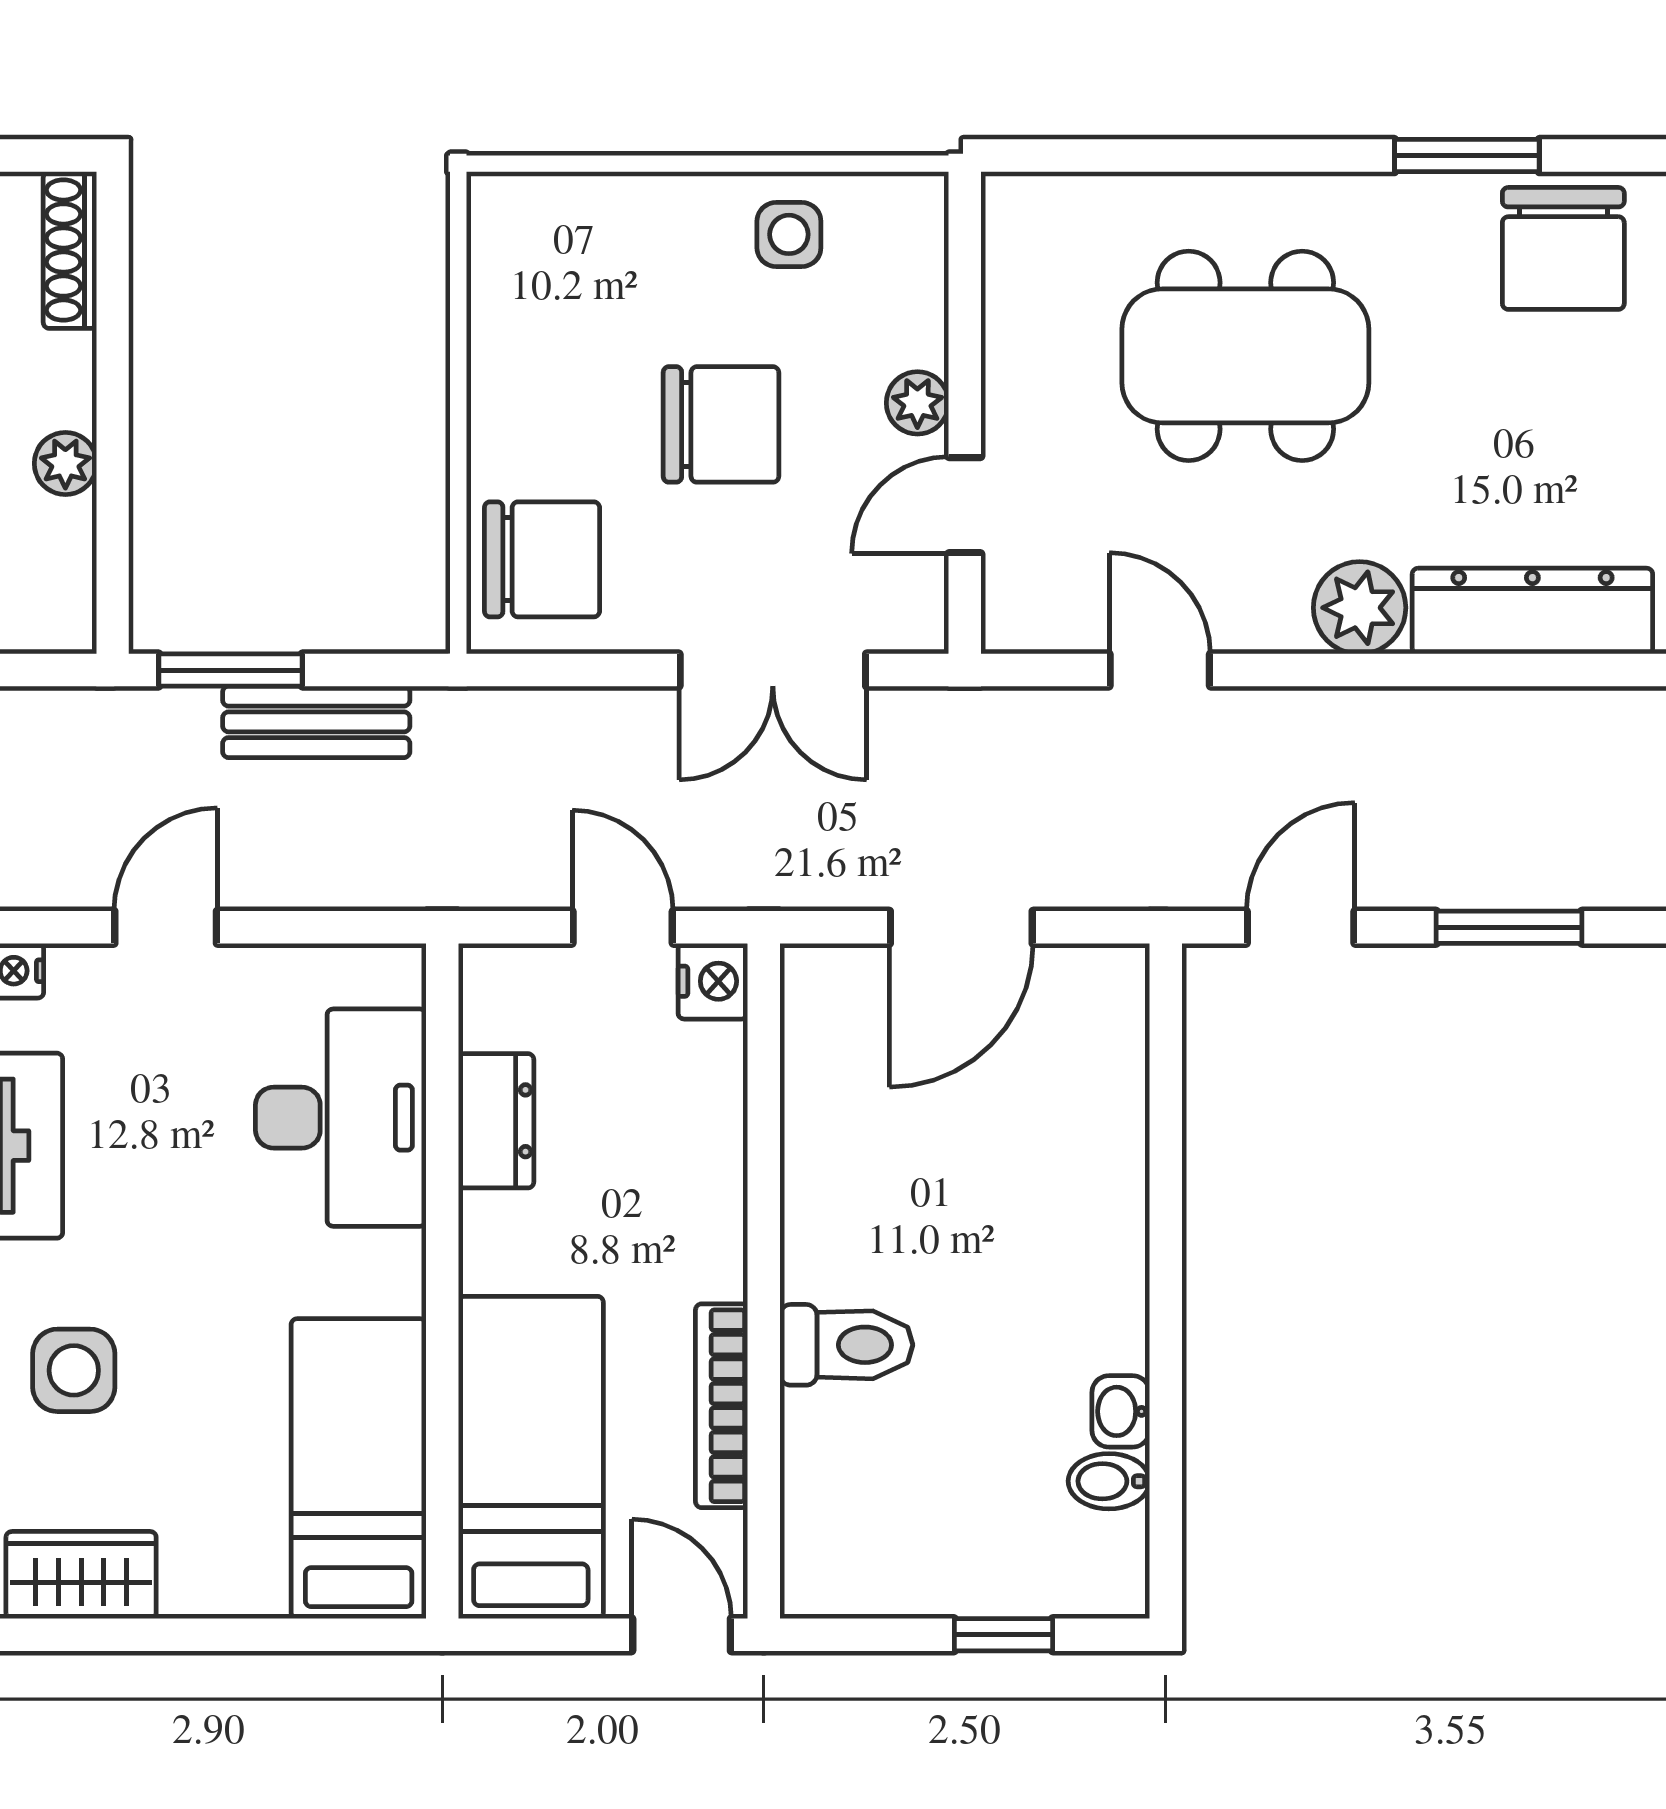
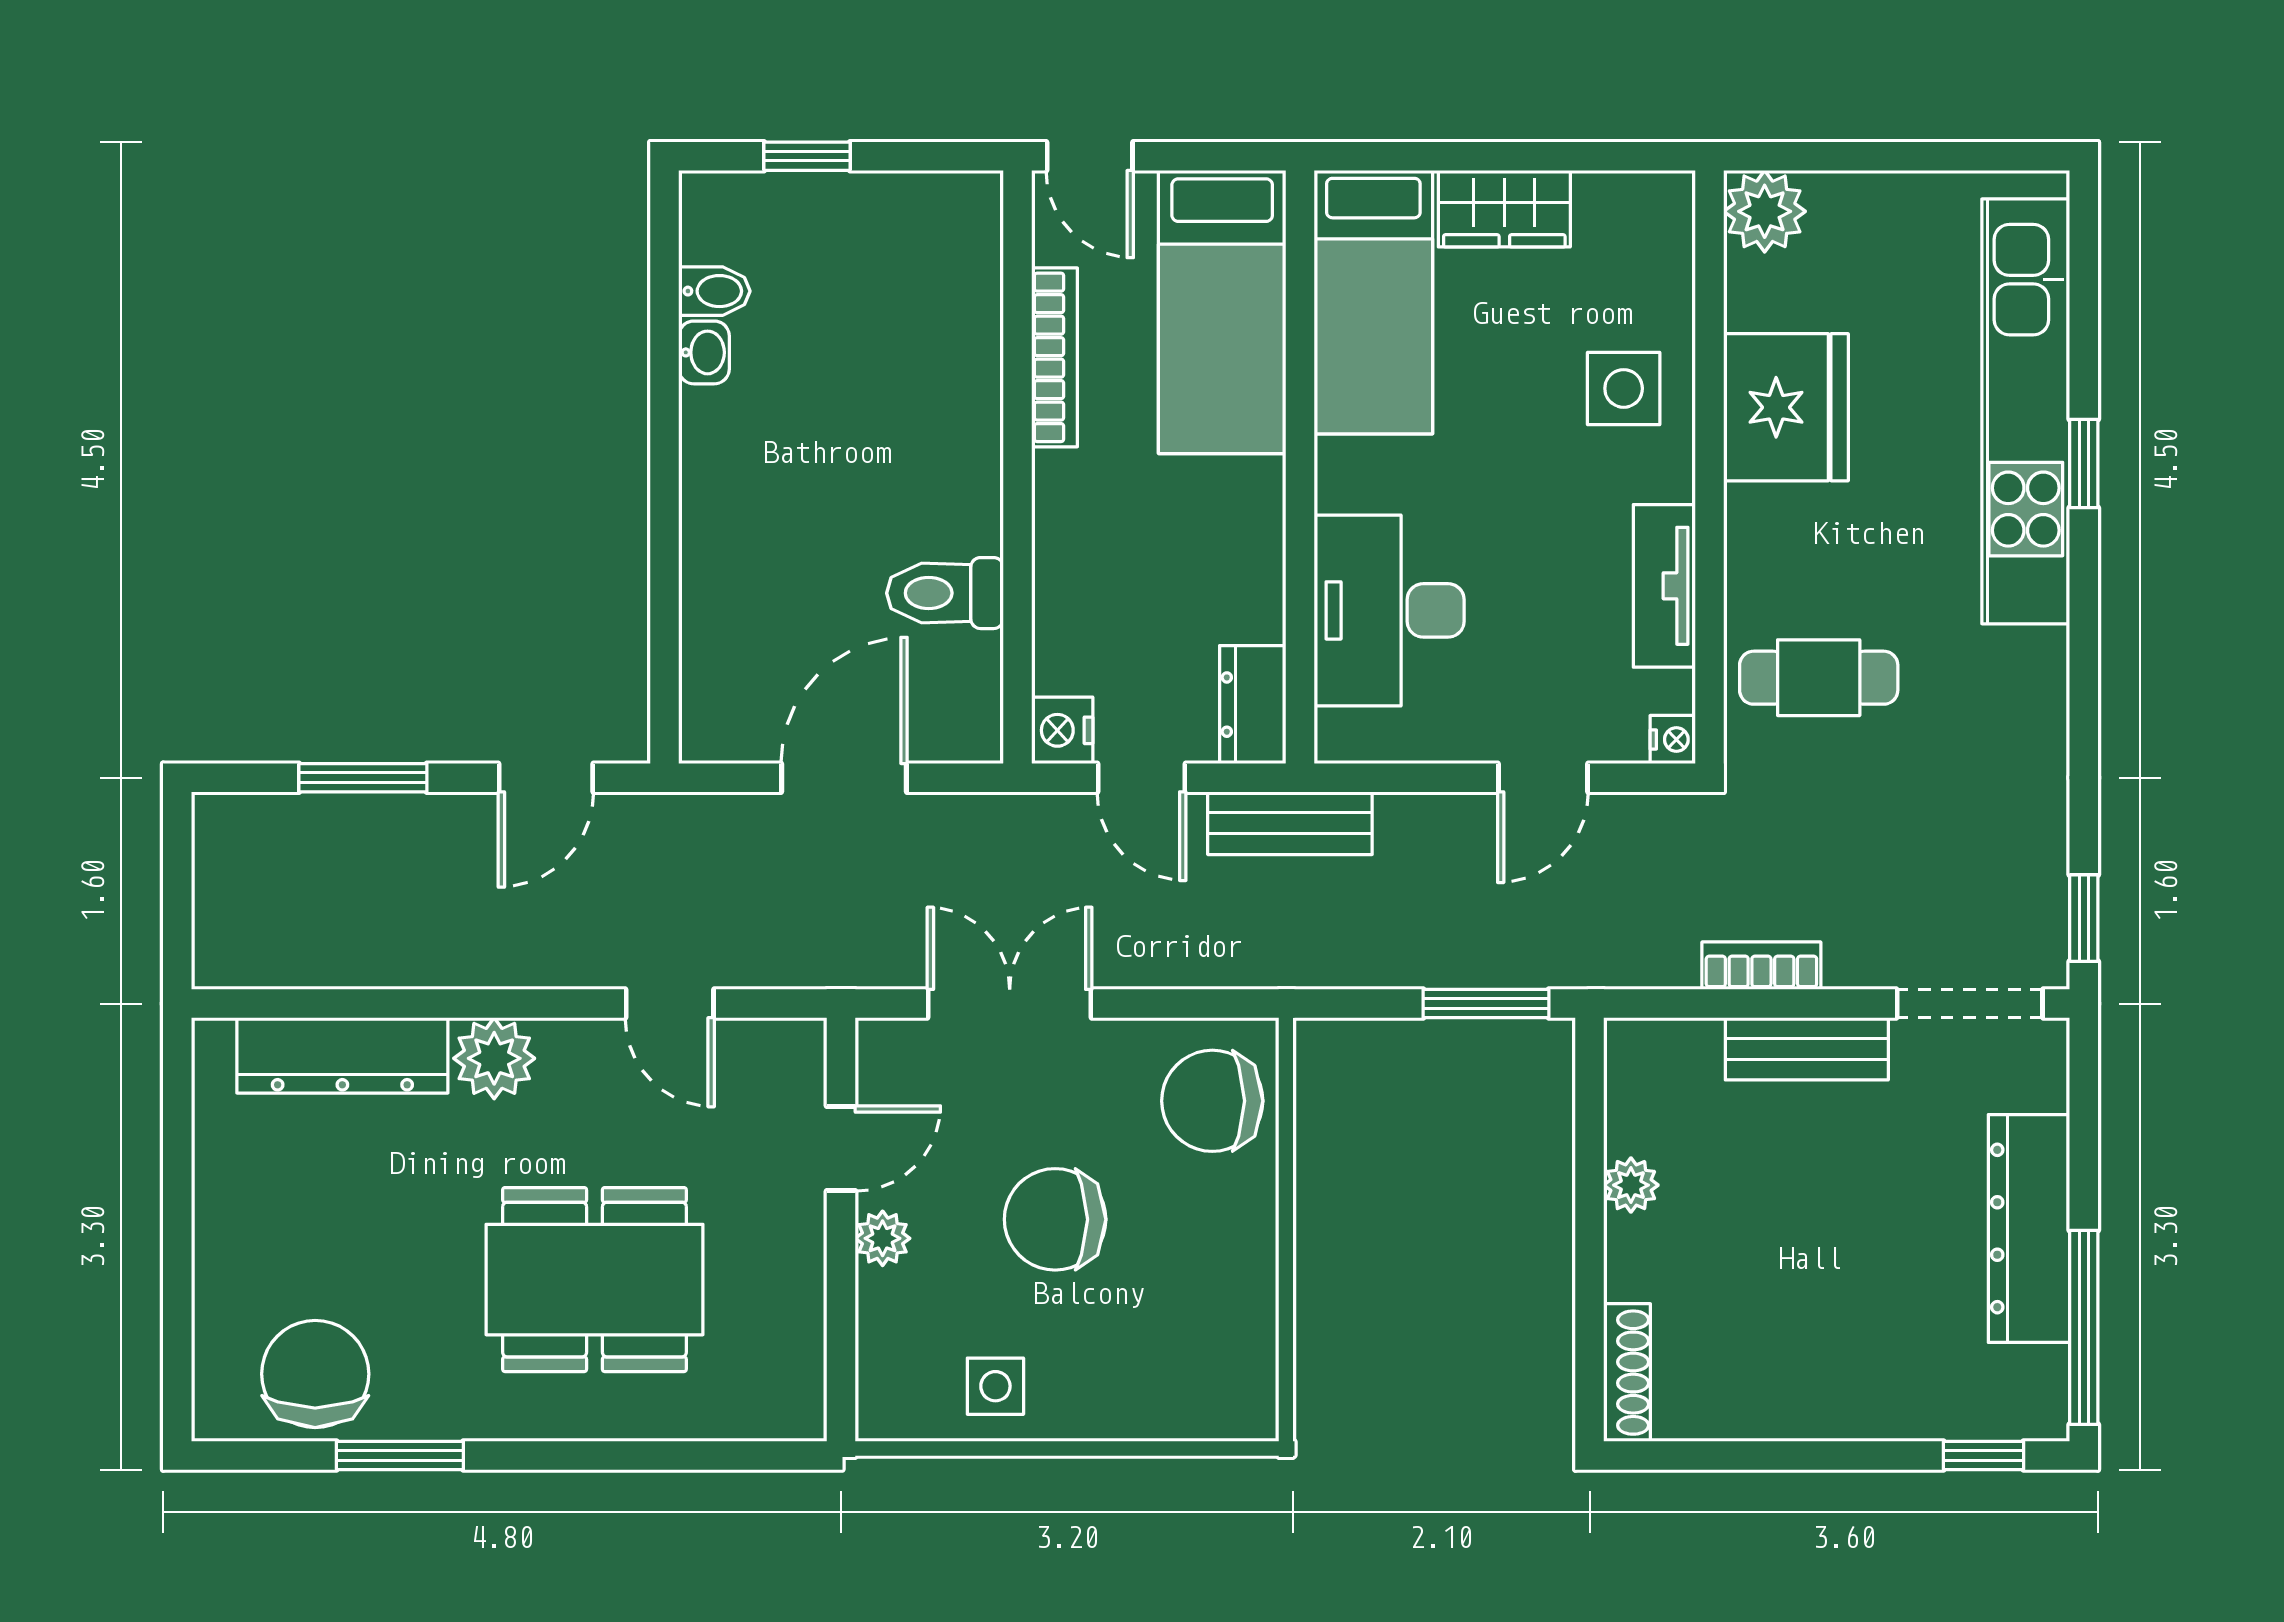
bench: (316, 722) -> (1290, 823), moved
dresser: (496, 1121) -> (1253, 705), moved
toilet: (846, 1345) -> (945, 593), moved
wardrobe: (81, 1575) -> (1504, 209), moved

